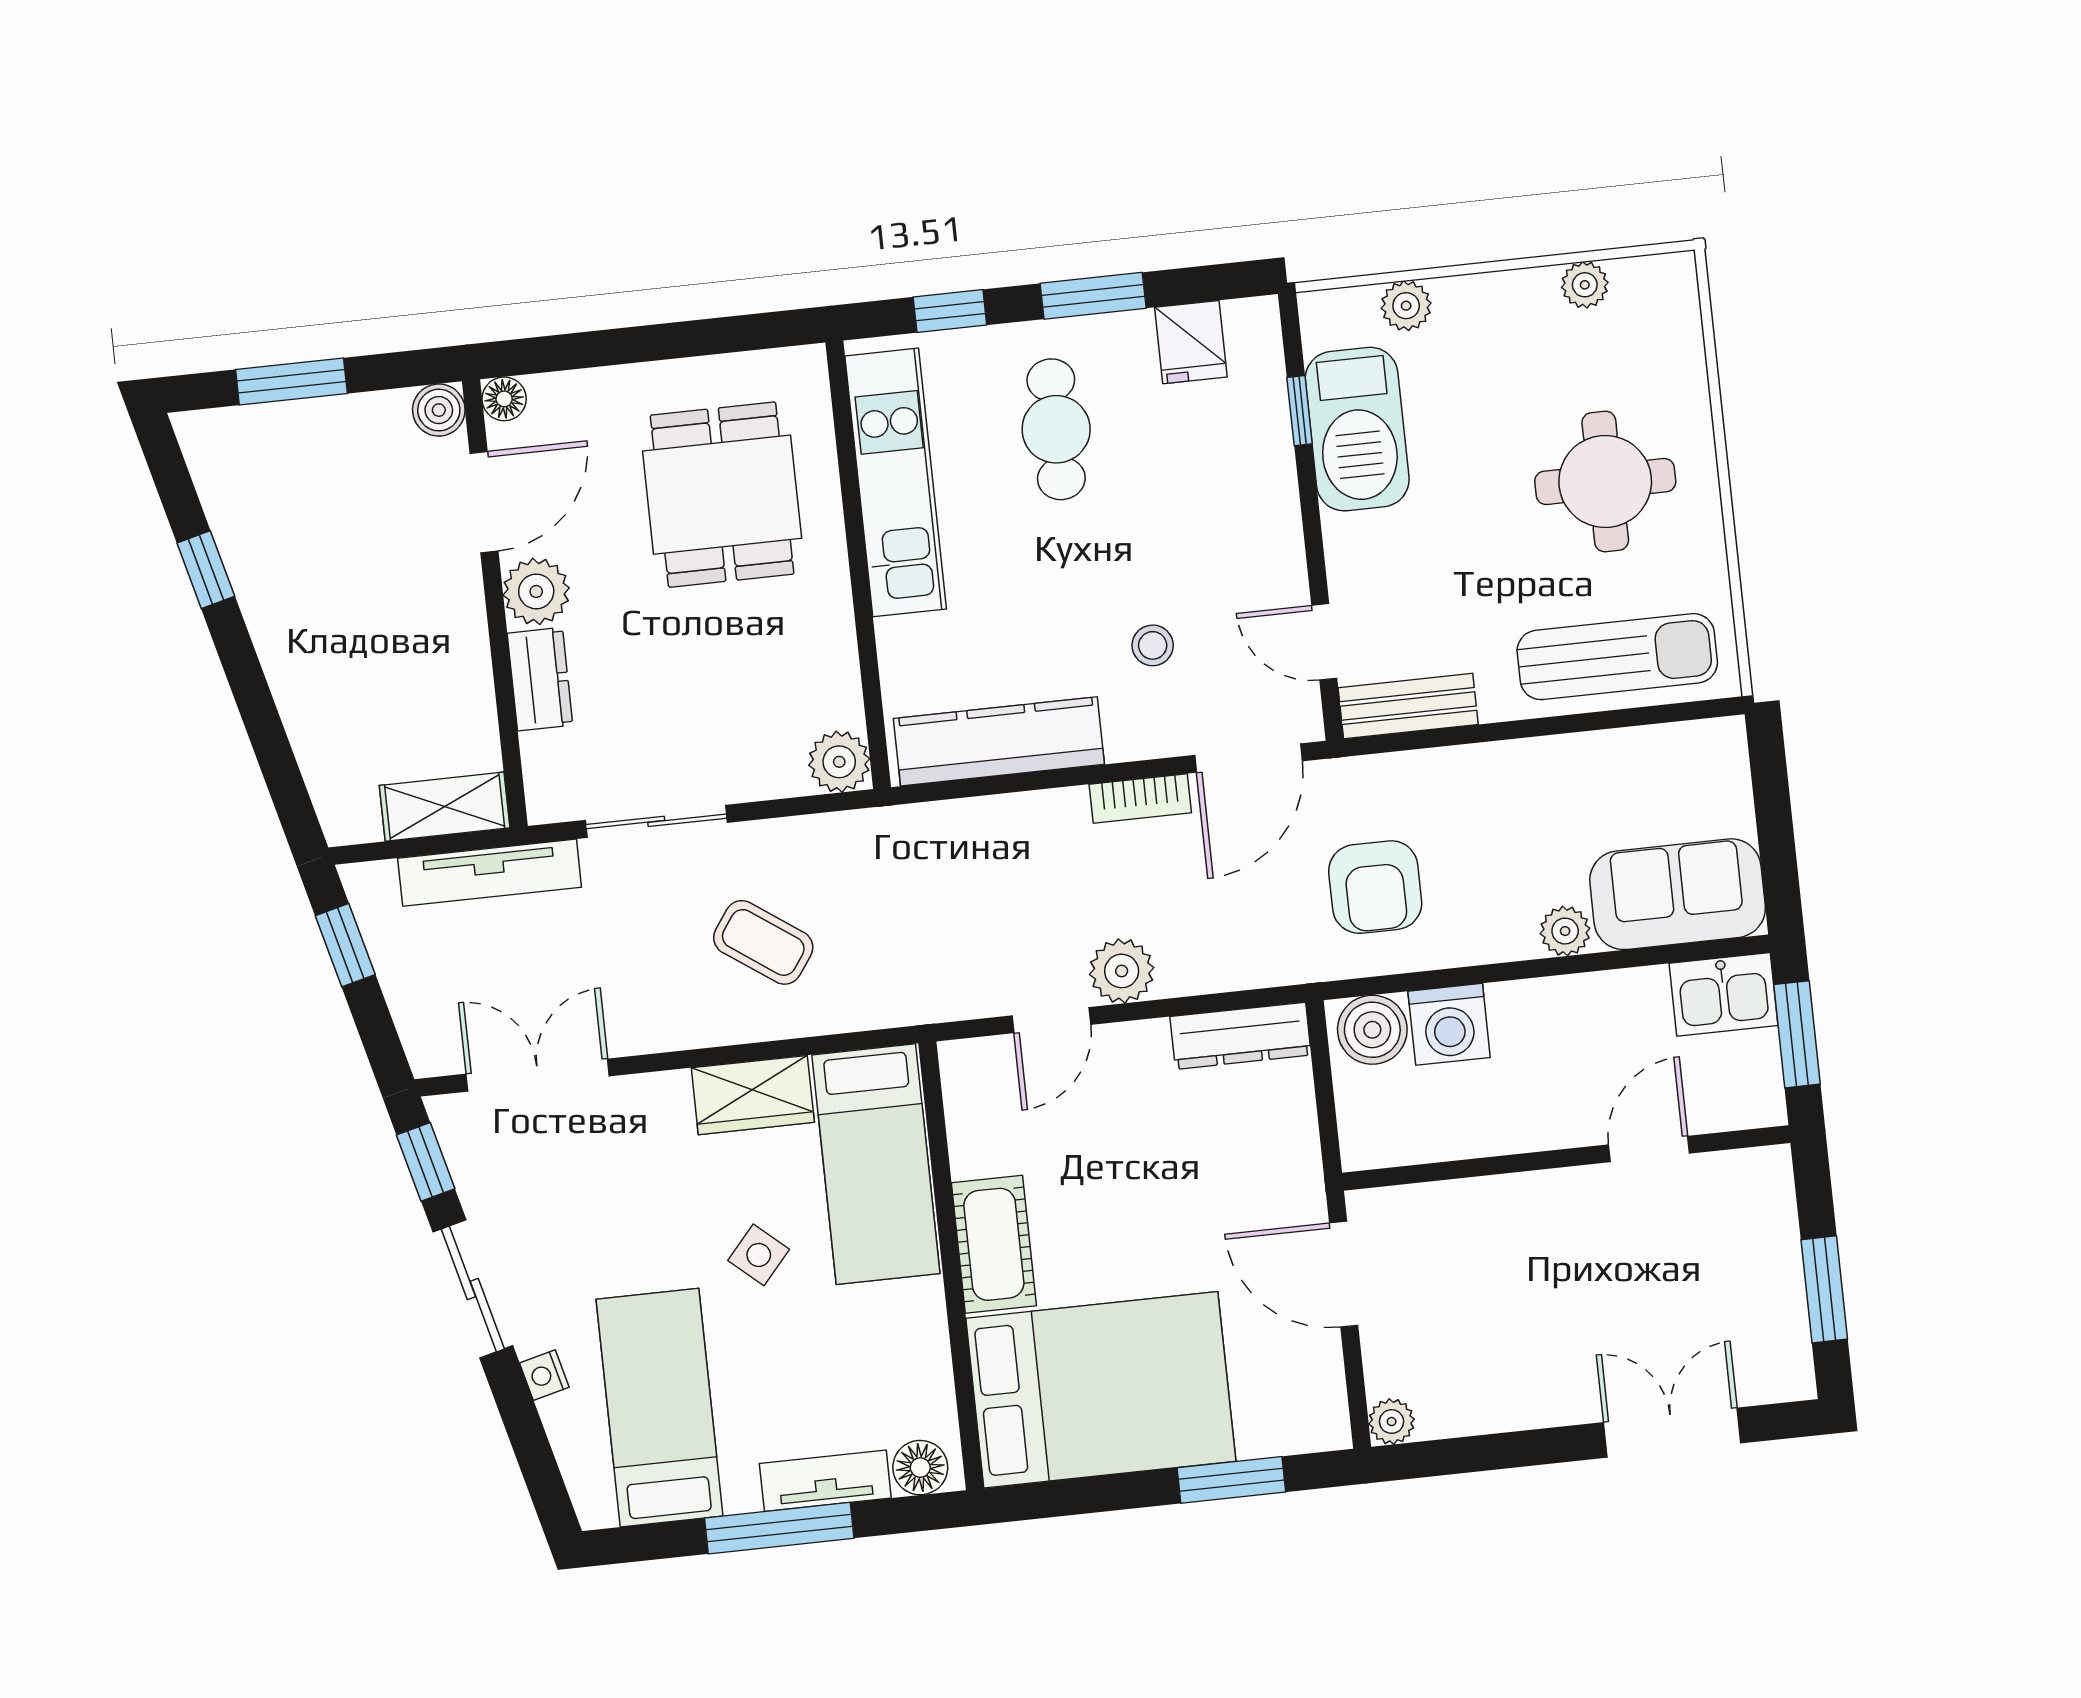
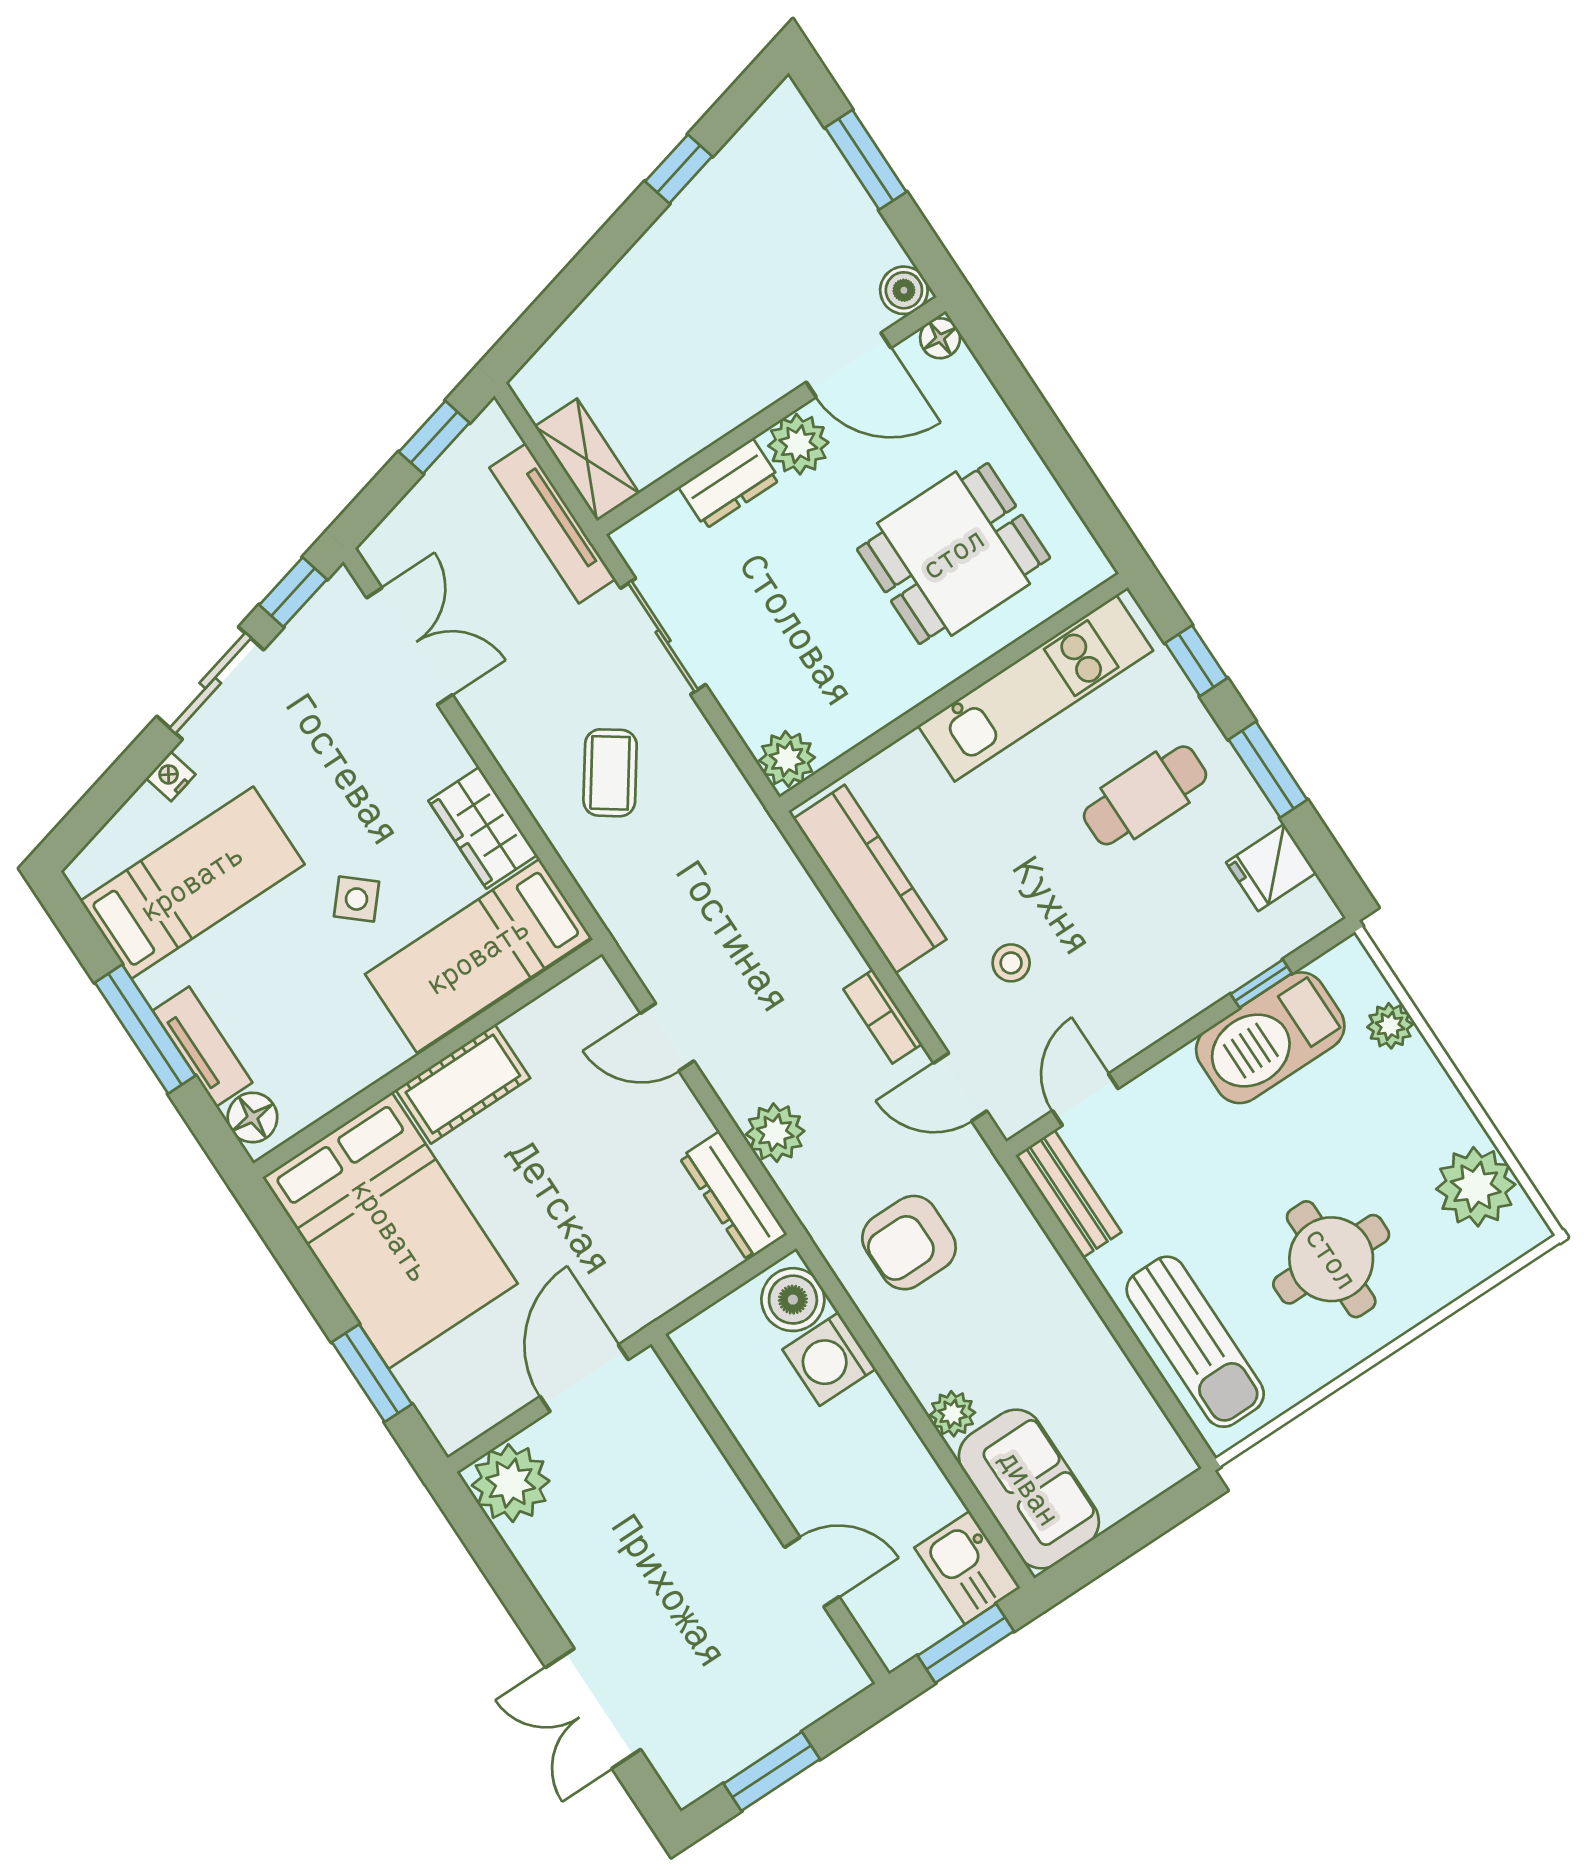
plant: (1585, 285) -> (1476, 1187), width x1.88, depth x1.88
door: (1248, 758) -> (960, 1087), width x0.73
plant: (1122, 971) -> (775, 1133), moved
plant: (1392, 1422) -> (511, 1483), width x1.88, depth x1.88
double door: (1672, 1433) -> (593, 1708), swing flipped

